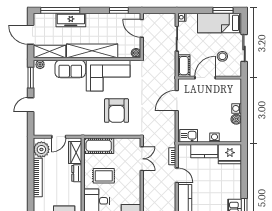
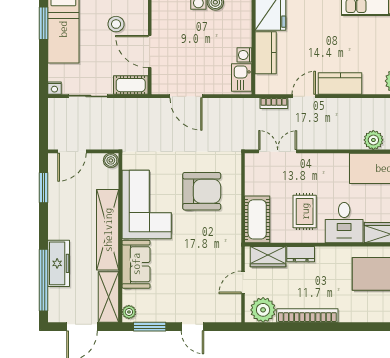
door: (59, 137) -> (243, 282), swing flipped
washing machine: (215, 138) -> (244, 55), moved

